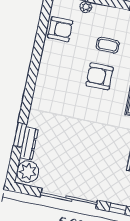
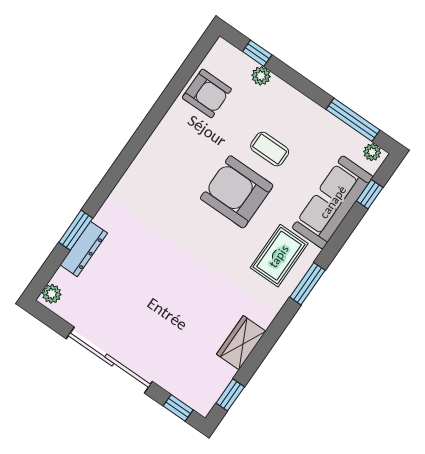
armchair: (100, 76) -> (237, 192), width x1.36, depth x1.36
plant: (28, 172) -> (52, 294), width x0.53, depth x0.53

